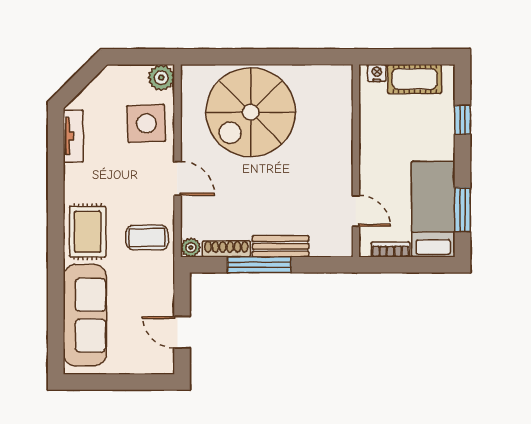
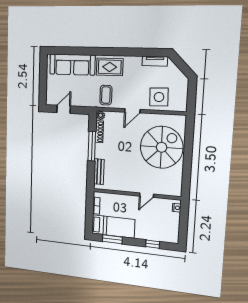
plant: (161, 78) -> (181, 105), removed
cot: (415, 79) -> (173, 225), removed
spiral stairs: (251, 112) -> (162, 147), turned 90
door: (356, 211) -> (146, 195), moved
bench: (281, 246) -> (99, 172), moved

